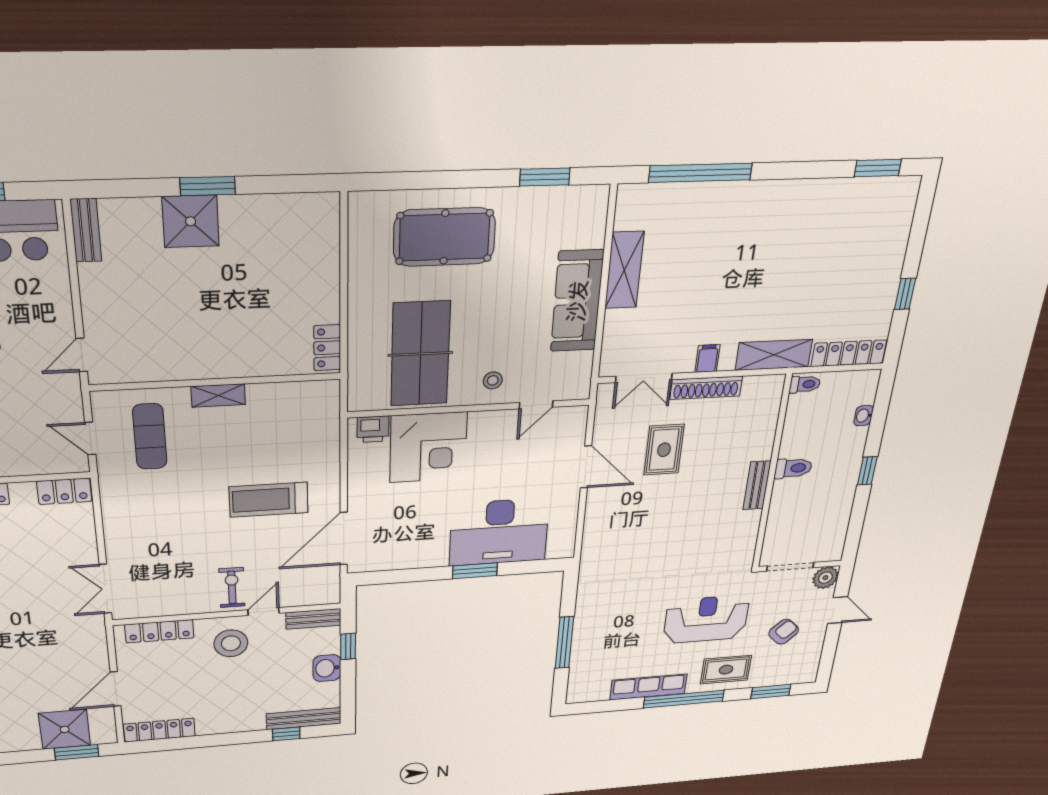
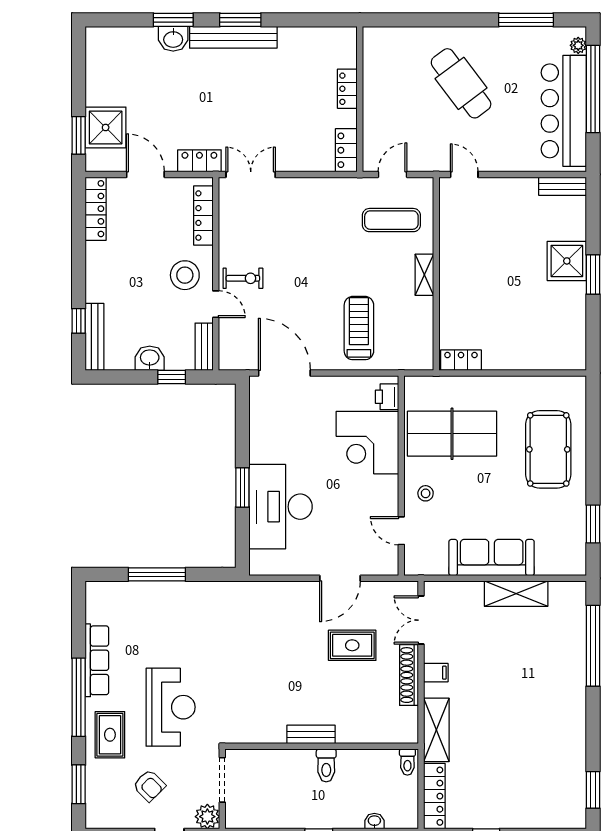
treadmill: (269, 500) -> (359, 328), moved
locker: (94, 640) -> (199, 161), added

